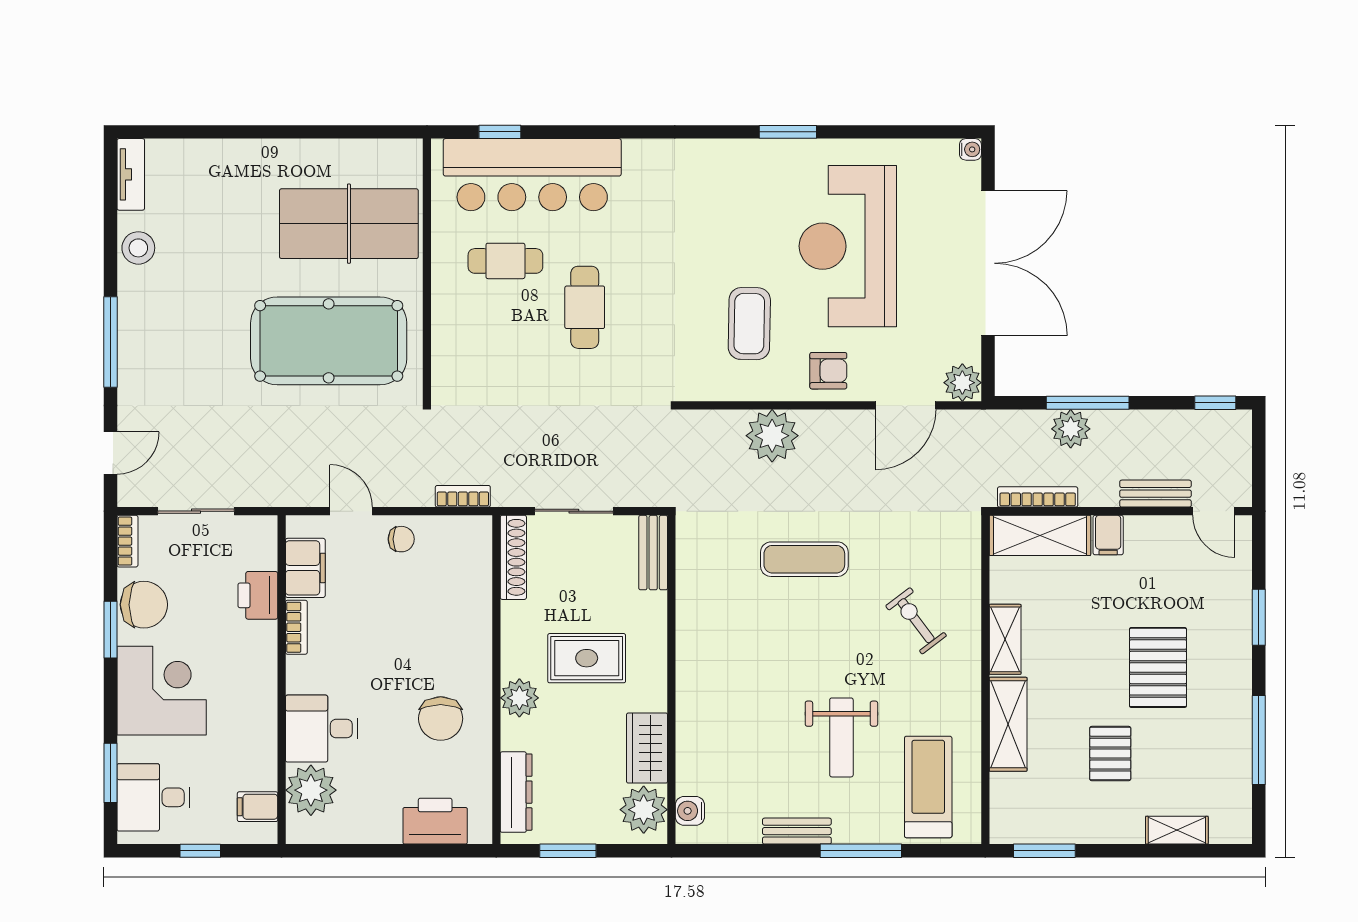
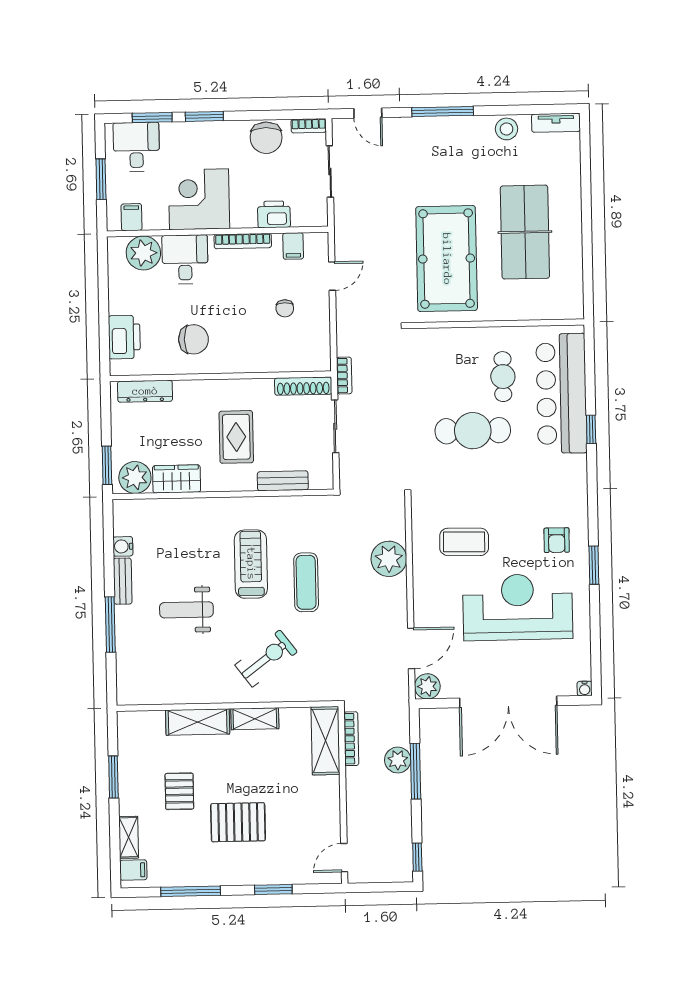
window: (500, 132) -> (591, 429), moved
table tennis table: (349, 224) -> (525, 232), moved
cafe table: (585, 307) -> (473, 431), width x1.37, depth x1.35
armchair: (828, 371) -> (557, 540), moved
door: (906, 405) -> (411, 648), swing flipped
bench: (1155, 494) -> (355, 818), removed
bookcase: (463, 496) -> (344, 376), moved
filing cabinet: (1108, 535) -> (133, 870), moved, turned 180
chair: (401, 539) -> (285, 308), moved
bench: (653, 553) -> (283, 481), moved
filing cabinet: (305, 568) -> (293, 246), width x0.50
exercise bike: (916, 621) -> (266, 658), width x1.38, depth x1.39
bookcase: (296, 627) -> (243, 241), width x1.56
window: (110, 630) -> (204, 116), moved
corner desk: (162, 691) -> (199, 199), moved, turned 180
plant: (519, 698) -> (209, 392), removed
chair: (441, 719) -> (193, 339), turned 180
pallet: (1110, 754) -> (179, 791), turned 90
treadmill: (928, 787) -> (251, 564), moved, turned -90
water cooler: (690, 811) -> (123, 546), moved, turned -90
window: (200, 851) -> (101, 179), width x1.50
window: (568, 851) -> (107, 465), moved
window: (1044, 851) -> (113, 777), moved

